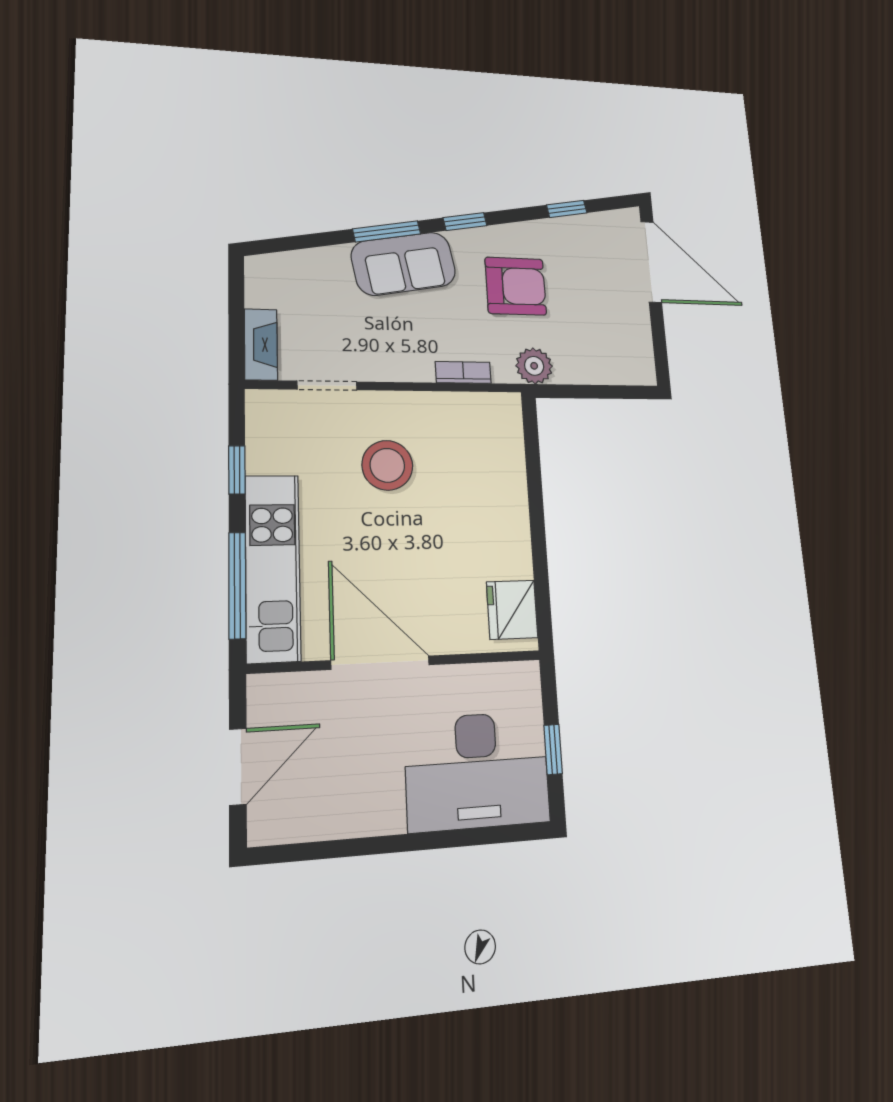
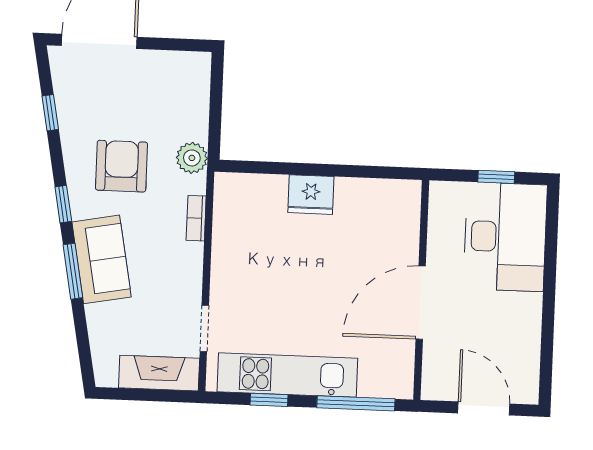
fireplace: (261, 345) -> (159, 373), width x1.37, depth x1.32
stool: (387, 465) -> (271, 286), removed
kitchen unit: (273, 567) -> (287, 375), moved
fridge: (512, 610) -> (311, 195), moved

